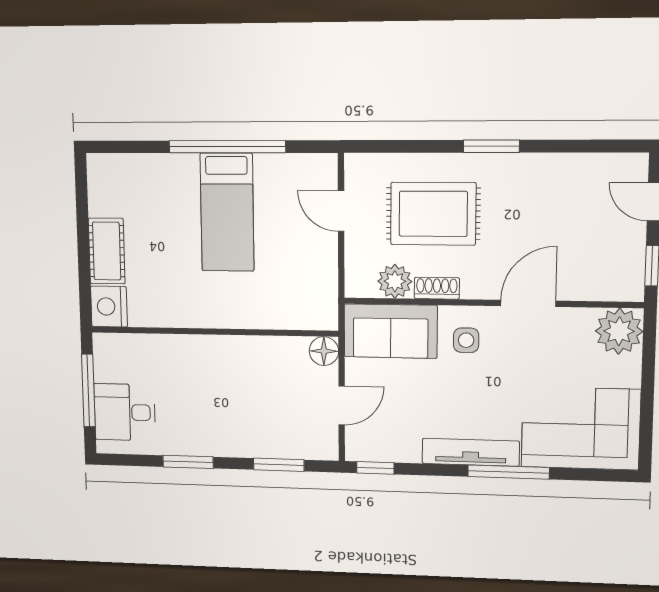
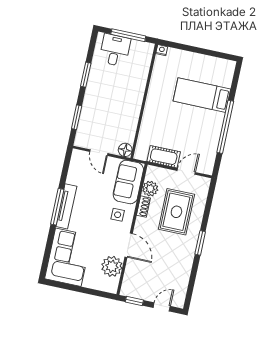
bed: (227, 212) -> (202, 95), moved
cot: (107, 251) -> (164, 157), moved
nightstand: (109, 307) -> (162, 50), width x0.53, depth x0.56
plant: (619, 331) -> (112, 266), moved
window: (375, 468) -> (67, 162), removed
window: (508, 472) -> (57, 207), moved

